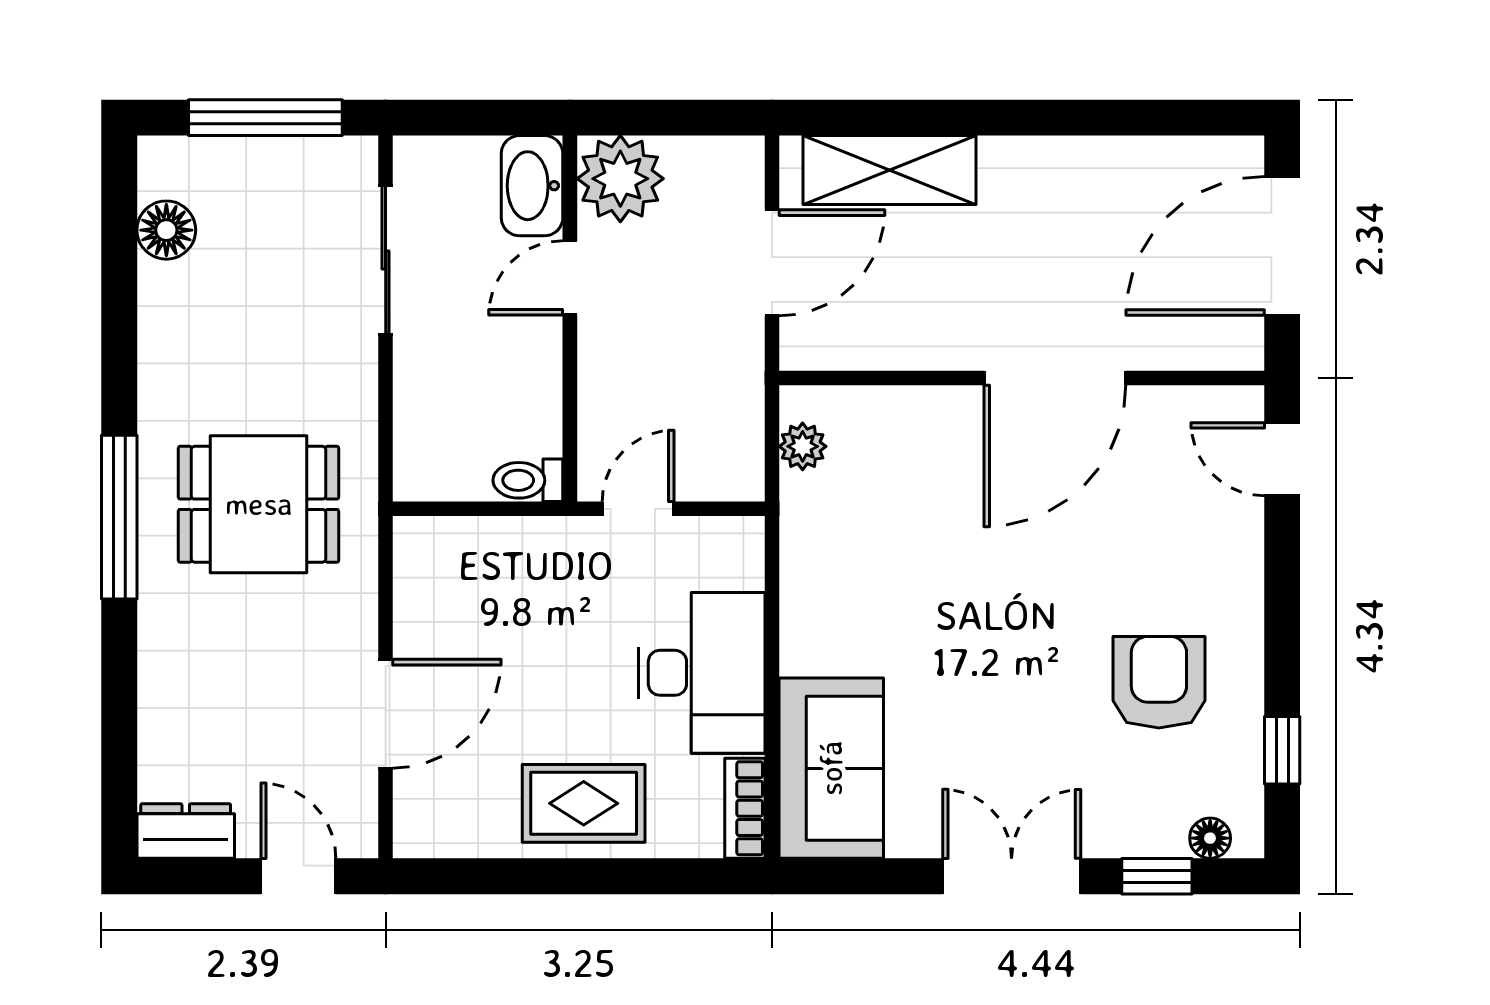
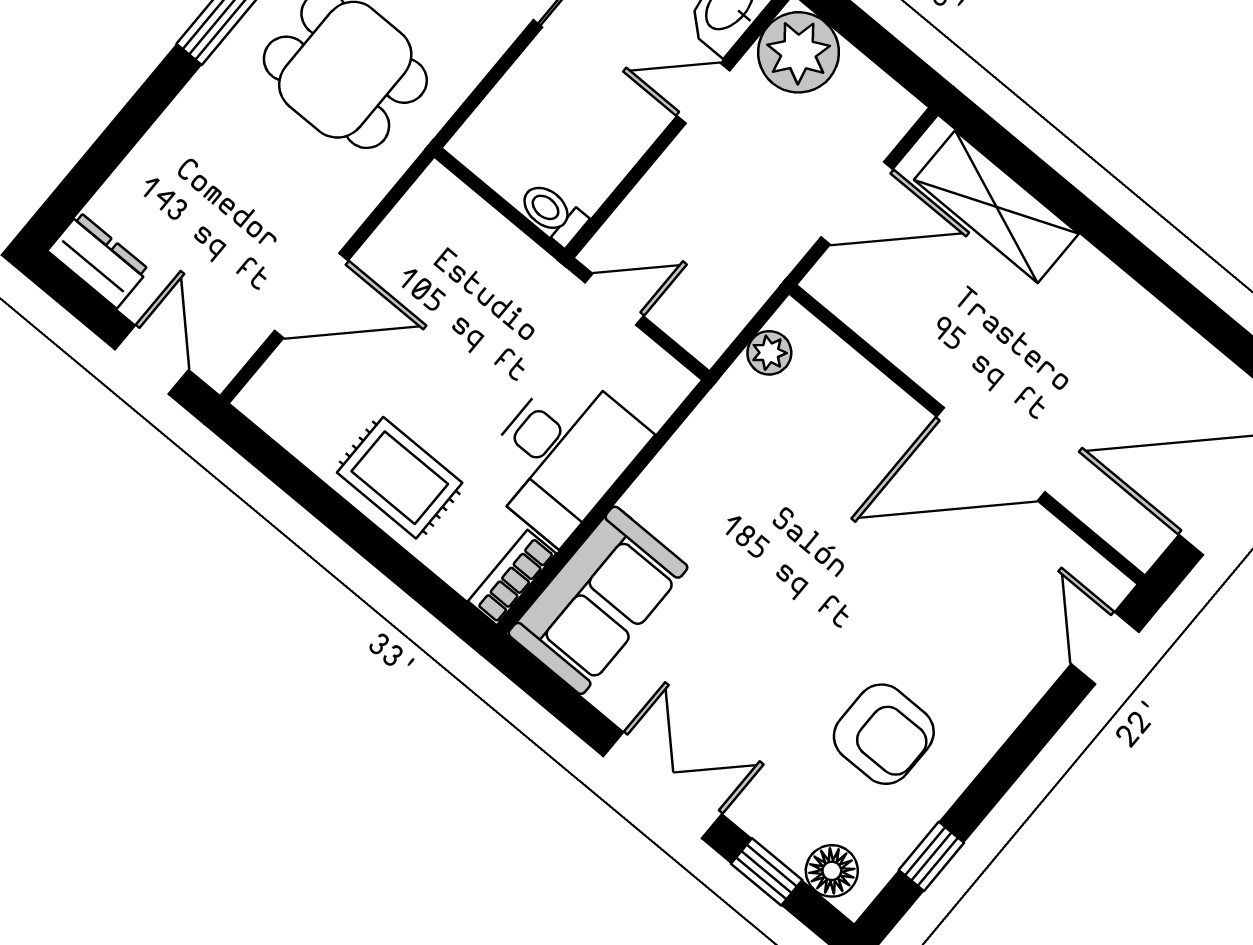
armchair: (1159, 682) -> (884, 734), turned 90
floor lamp: (1210, 838) -> (832, 871), width x1.37, depth x1.37

